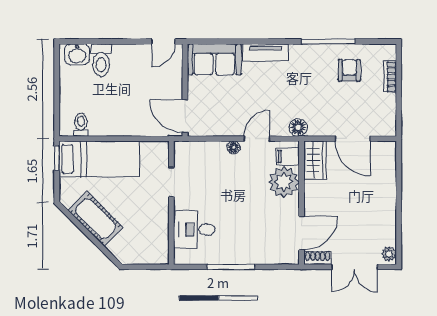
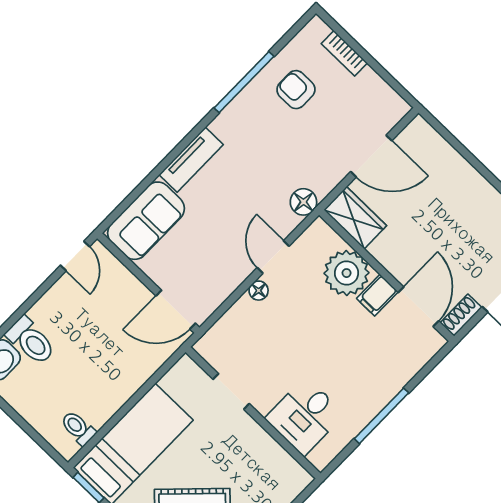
filing cabinet: (288, 156) -> (377, 295), moved

